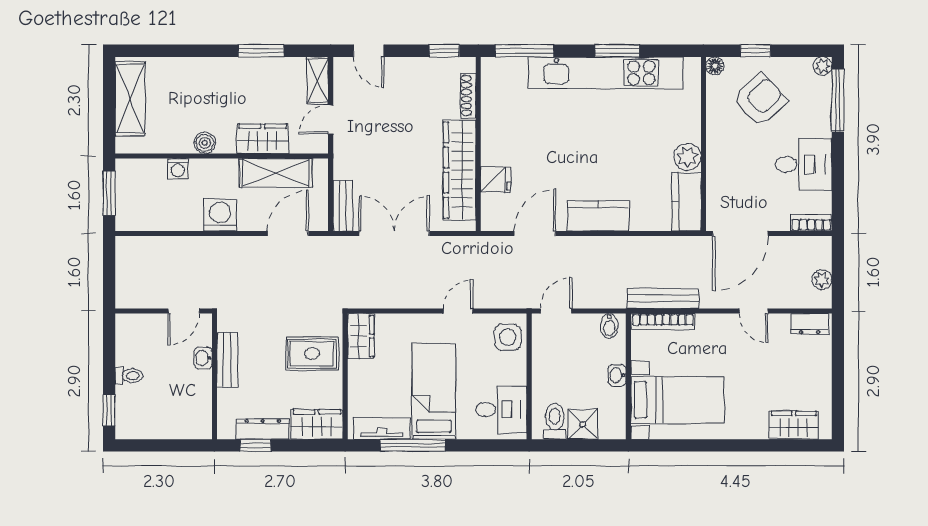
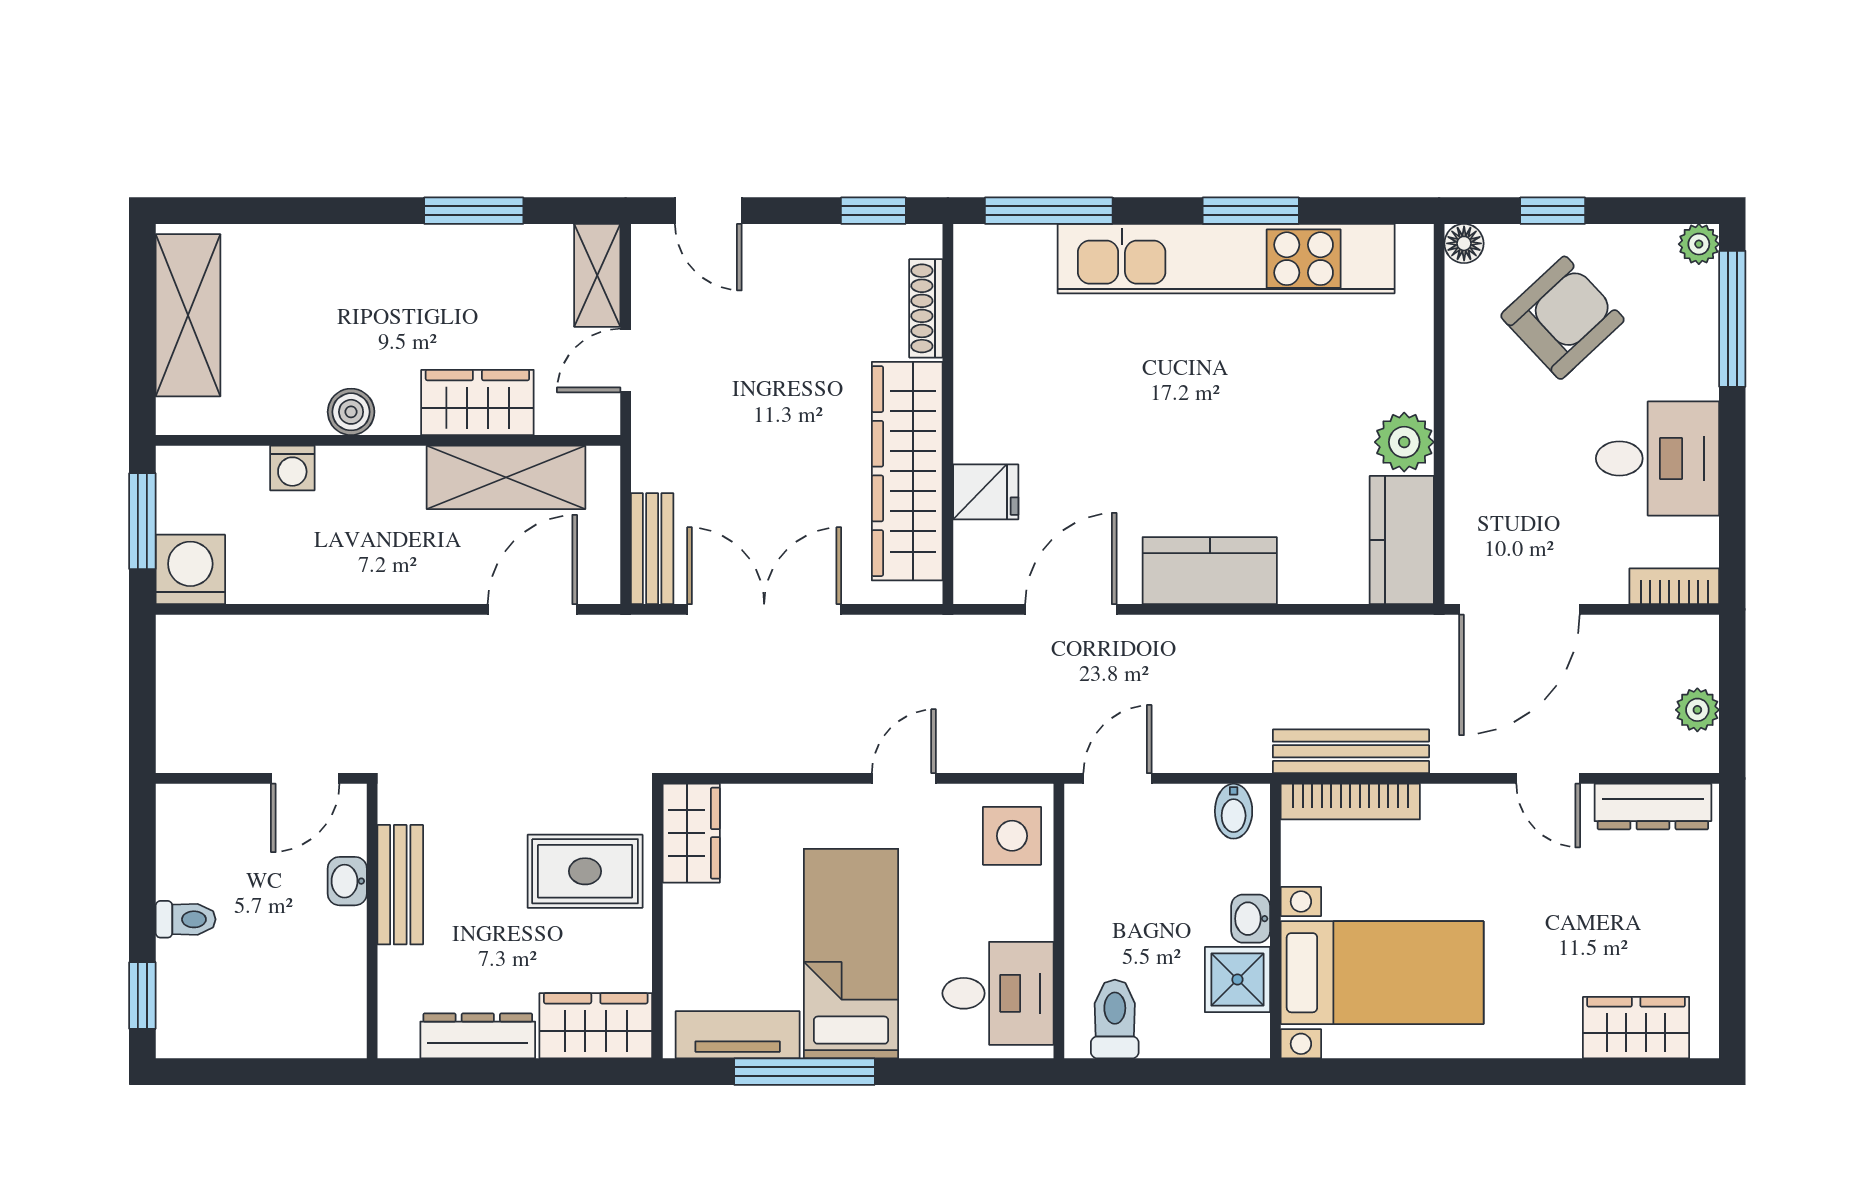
washing machine: (220, 215) -> (190, 569), moved
dresser: (810, 324) -> (1653, 807), width x1.44
shower: (583, 424) -> (1237, 980), moved
window: (255, 445) -> (461, 1072), removed

